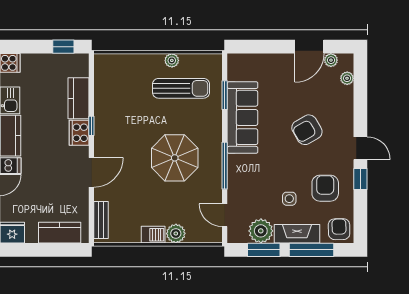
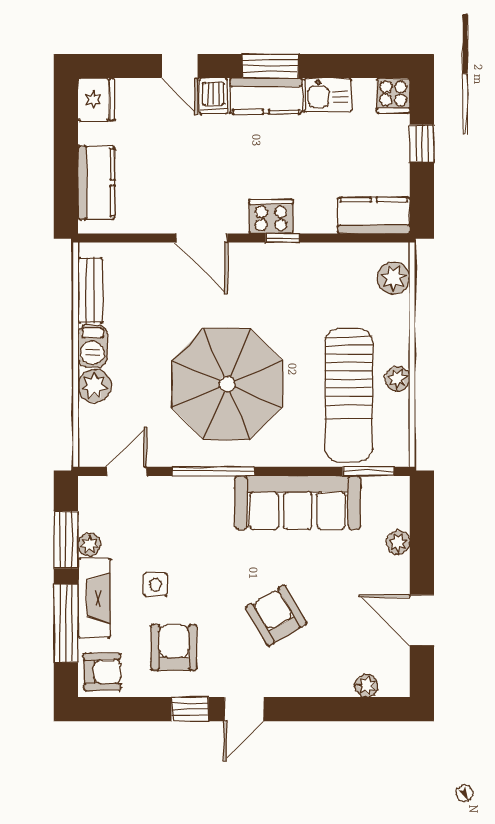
window: (63, 47) -> (422, 143), moved
plant: (331, 60) -> (398, 542), moved
plant: (114, 63) -> (394, 278), added
sun lounger: (181, 88) -> (349, 395), width x1.36, depth x1.34
window: (225, 95) -> (368, 471), moved
kitchen counter: (79, 98) -> (374, 215), moved
parasol: (175, 158) -> (227, 384), width x1.36, depth x1.36
armchair: (325, 188) -> (174, 647), turned -90
bench: (101, 220) -> (90, 290), moved, turned 90
plant: (261, 231) -> (89, 545), width x0.53, depth x0.53

